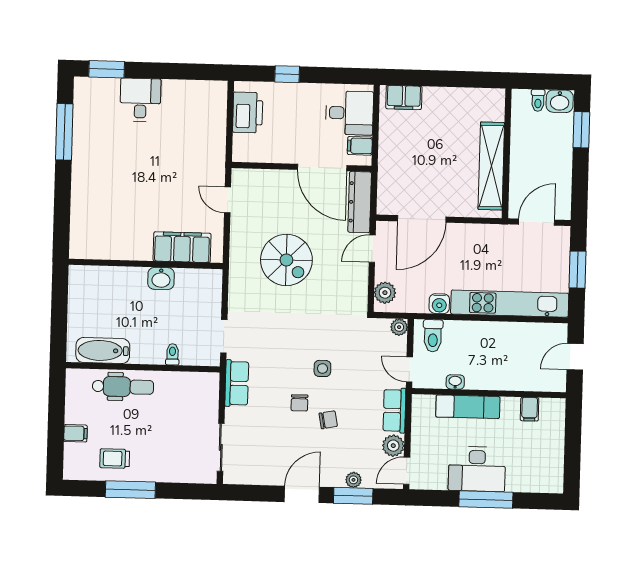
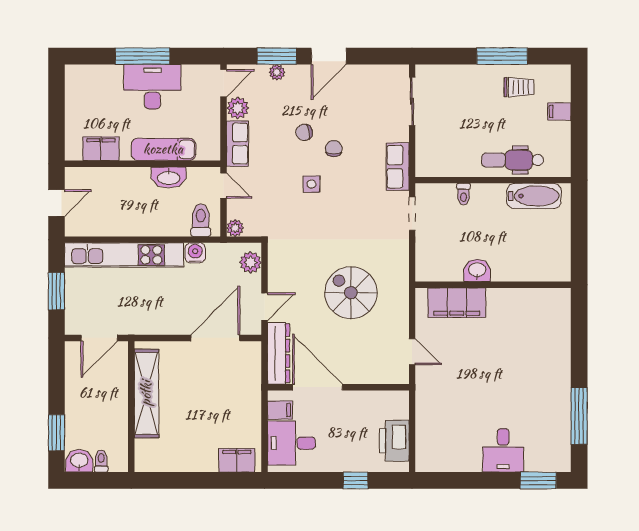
washbasin: (455, 382) -> (169, 177), width x1.91, depth x1.45
filing cabinet: (530, 409) -> (101, 149), width x2.00

